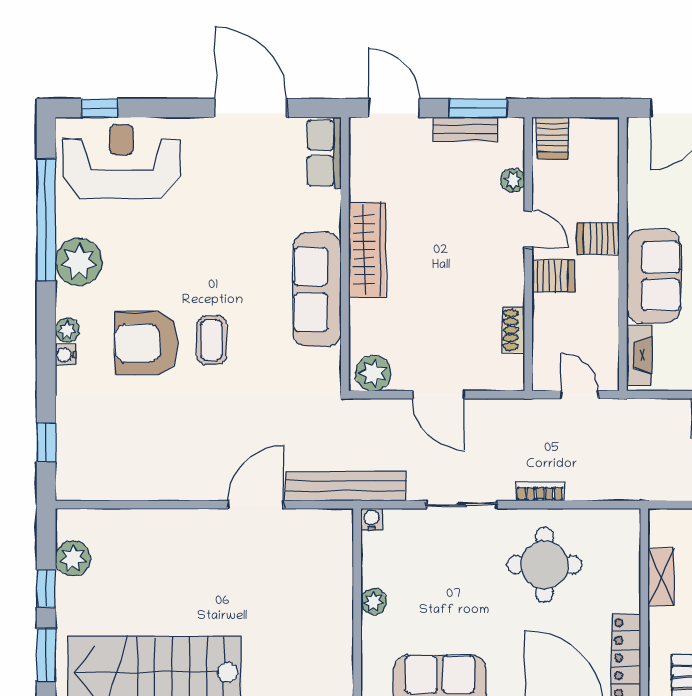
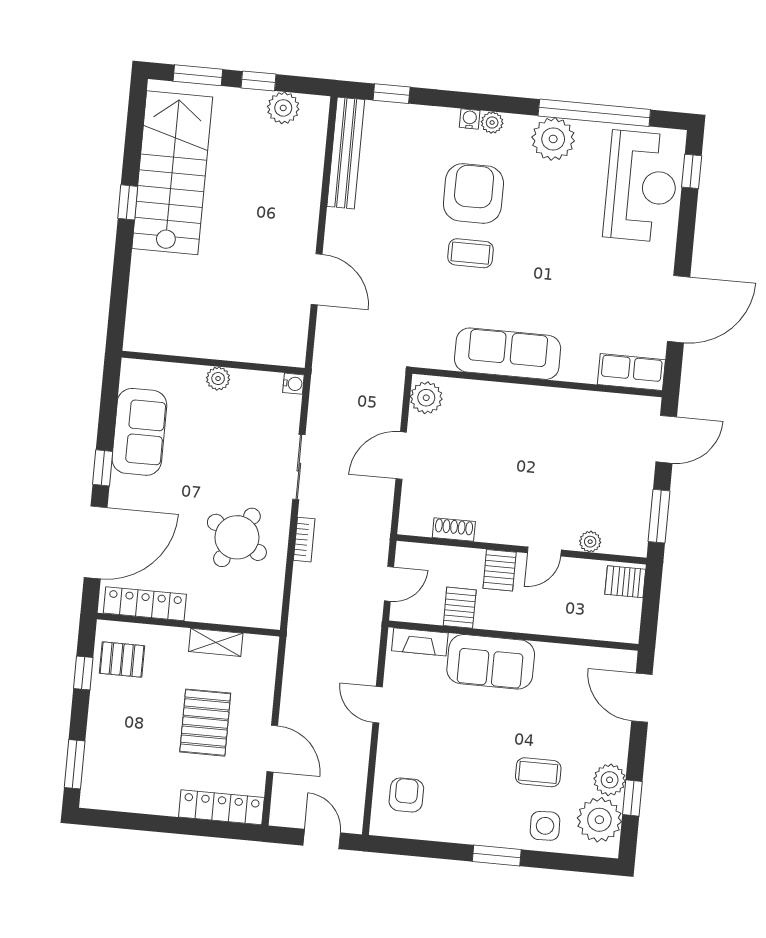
bench: (465, 129) -> (641, 502), removed
server rack: (598, 238) -> (460, 608), moved
wardrobe: (367, 250) -> (540, 403), removed
bench: (345, 486) -> (346, 153), moved
round table: (544, 565) -> (237, 537), turned 30

